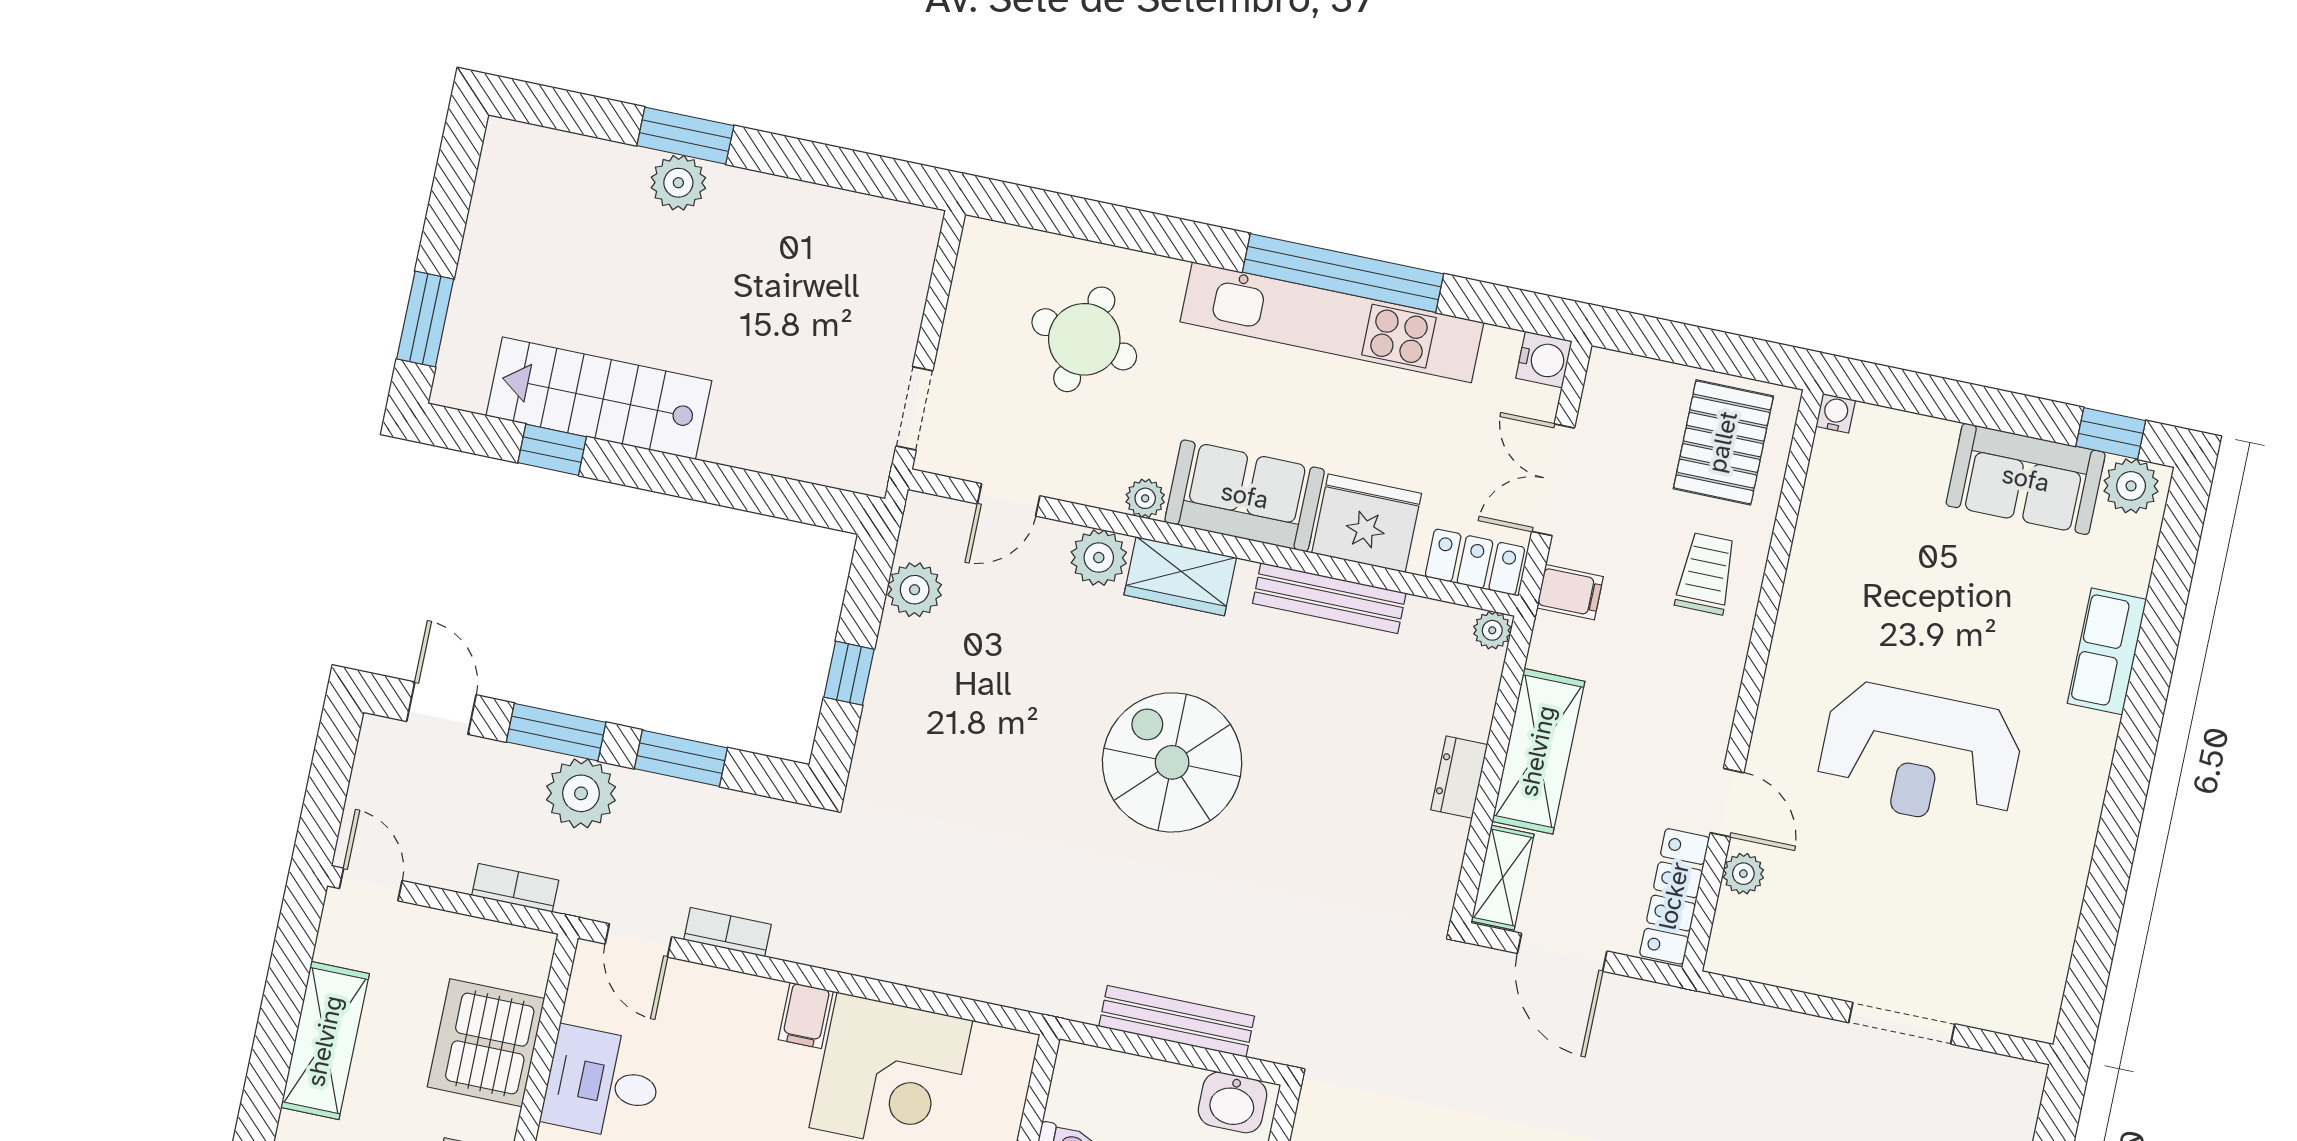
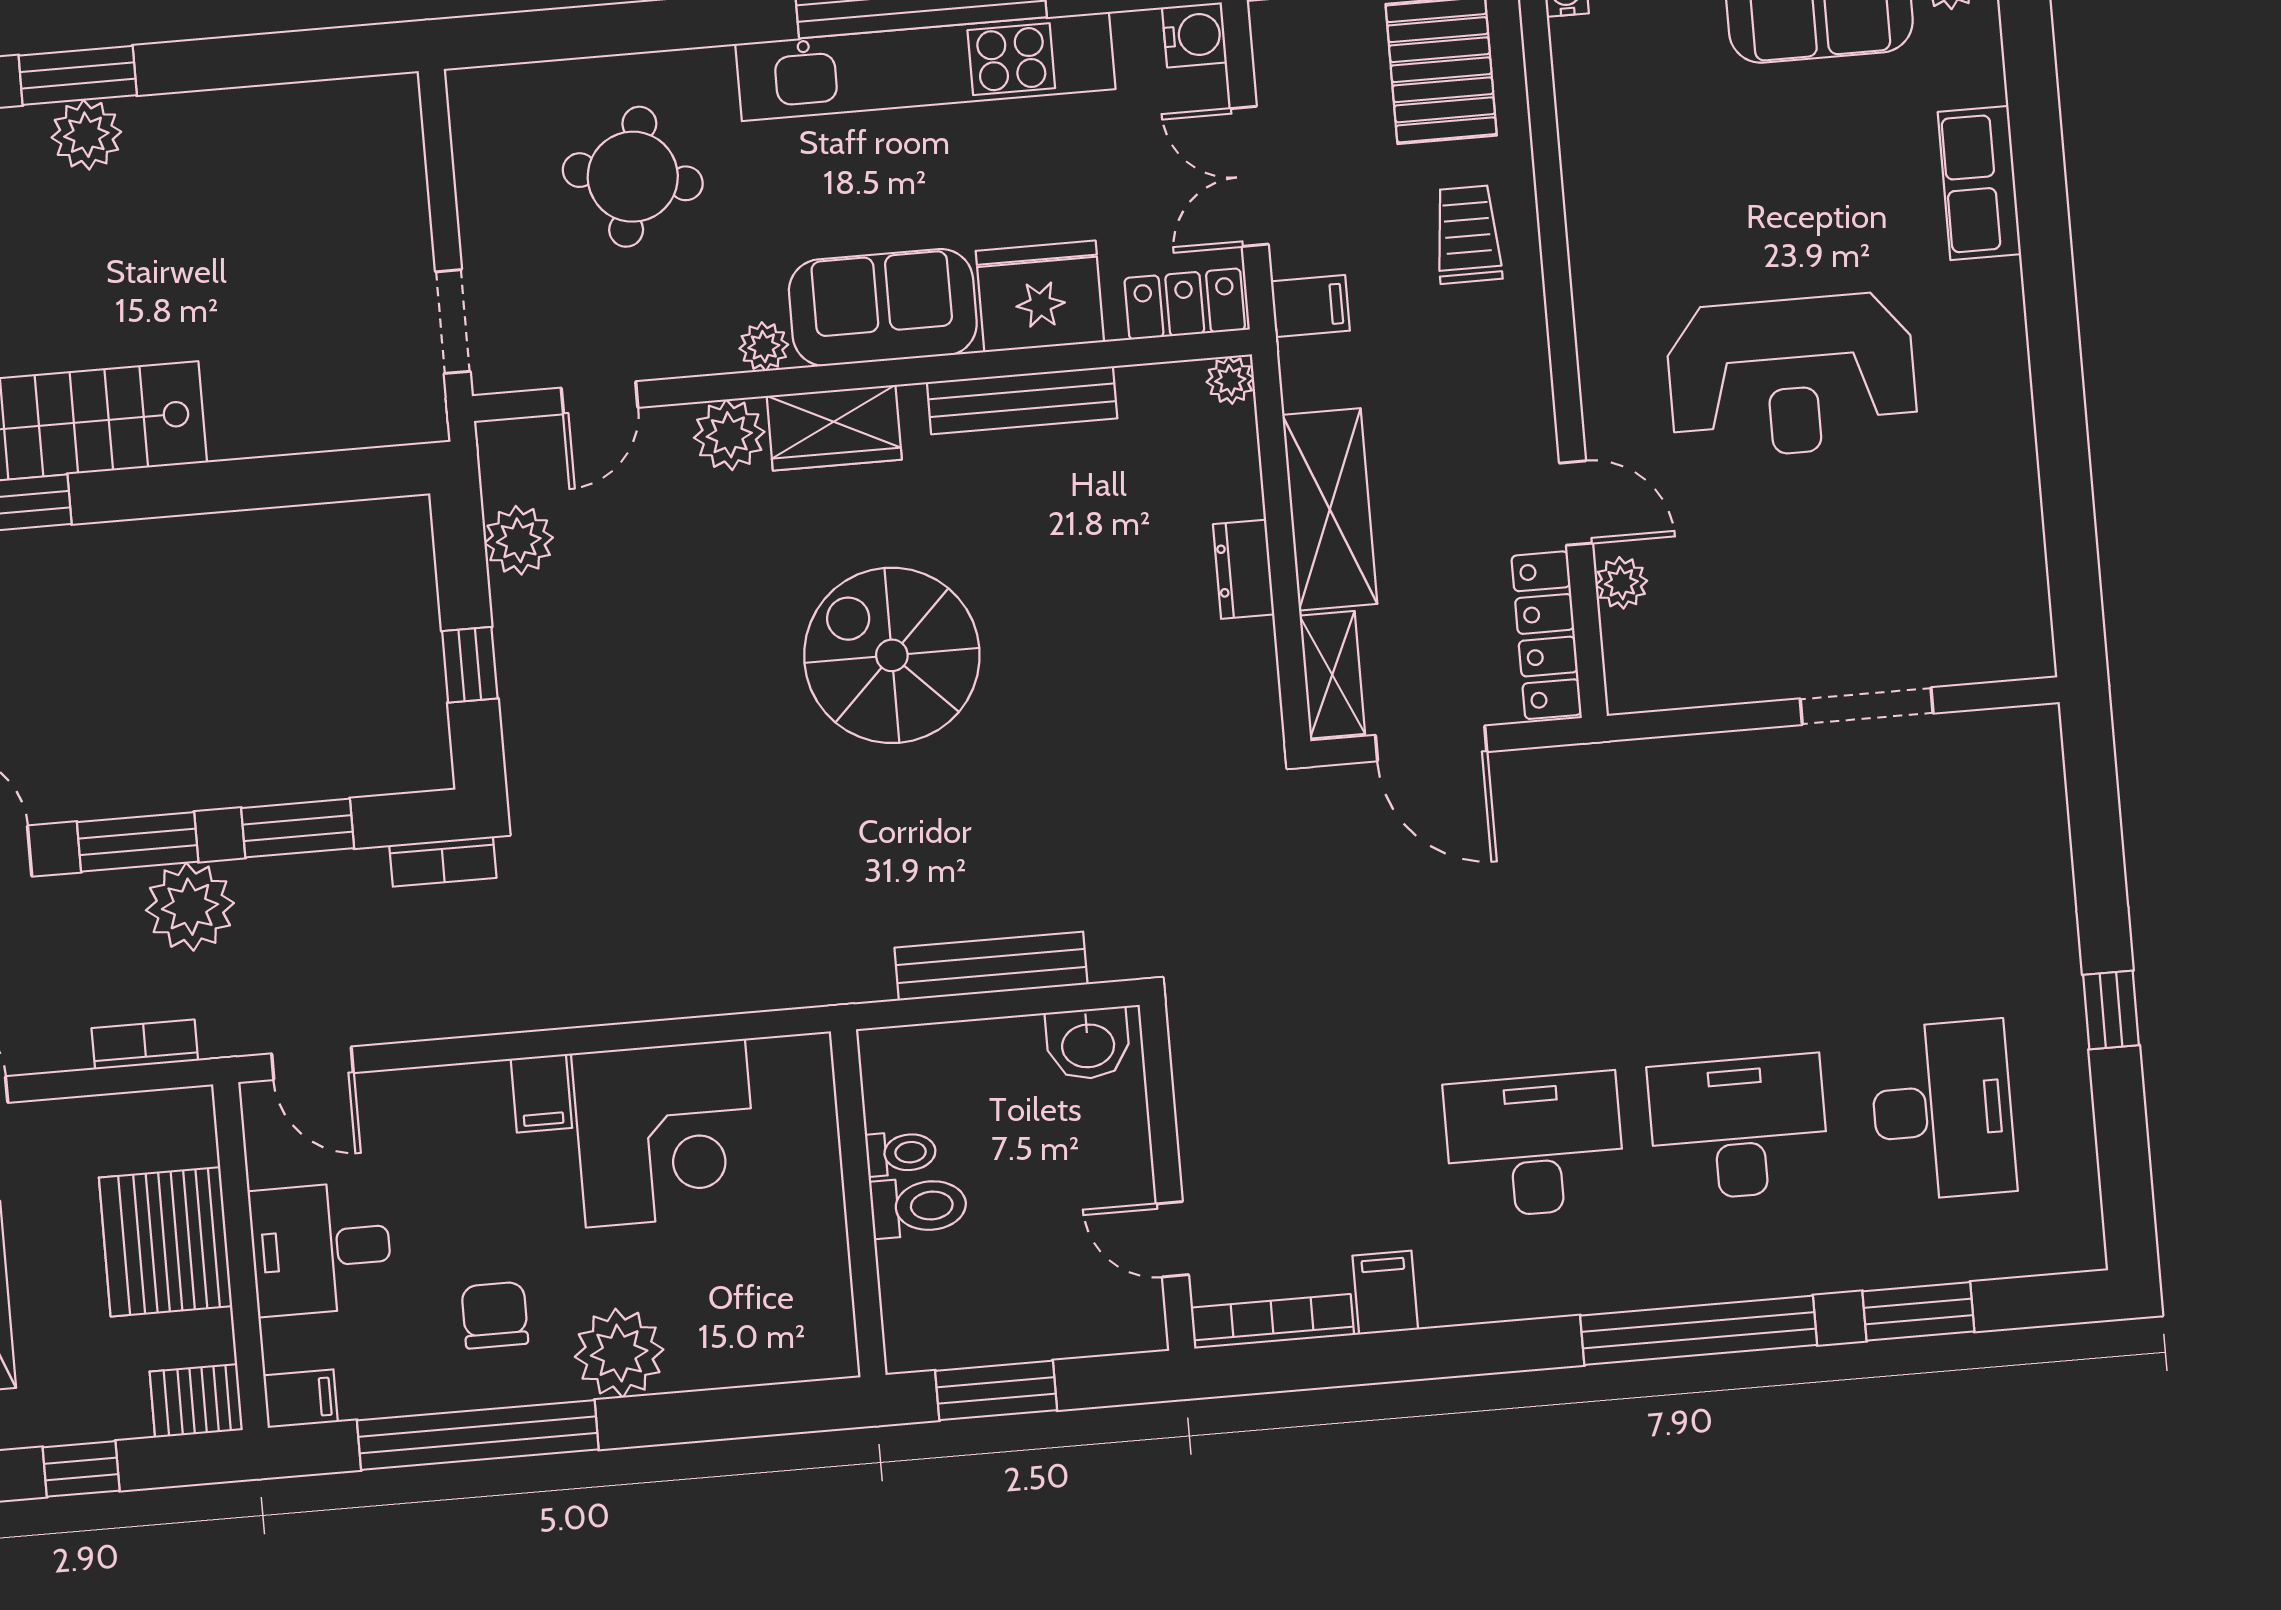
bookcase: (728, 932) -> (443, 861), moved, turned 180

